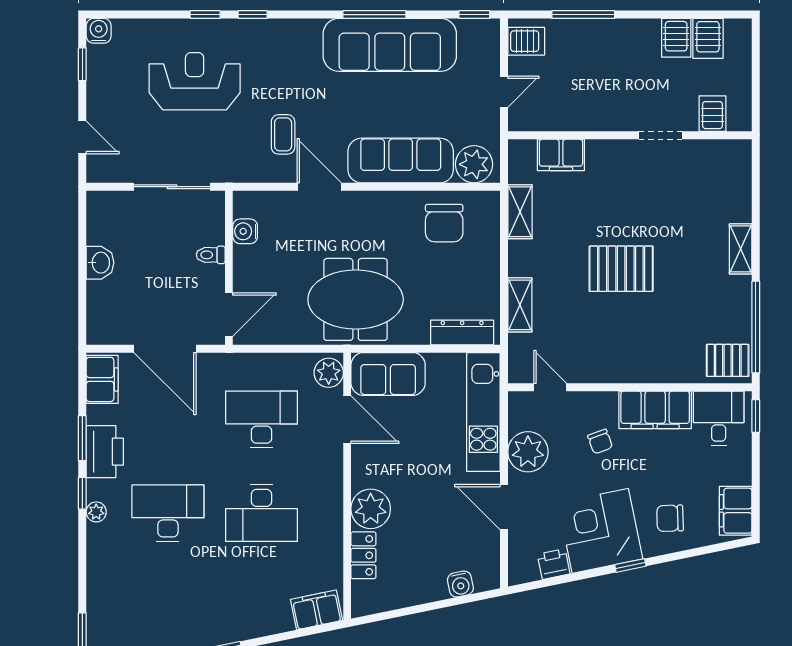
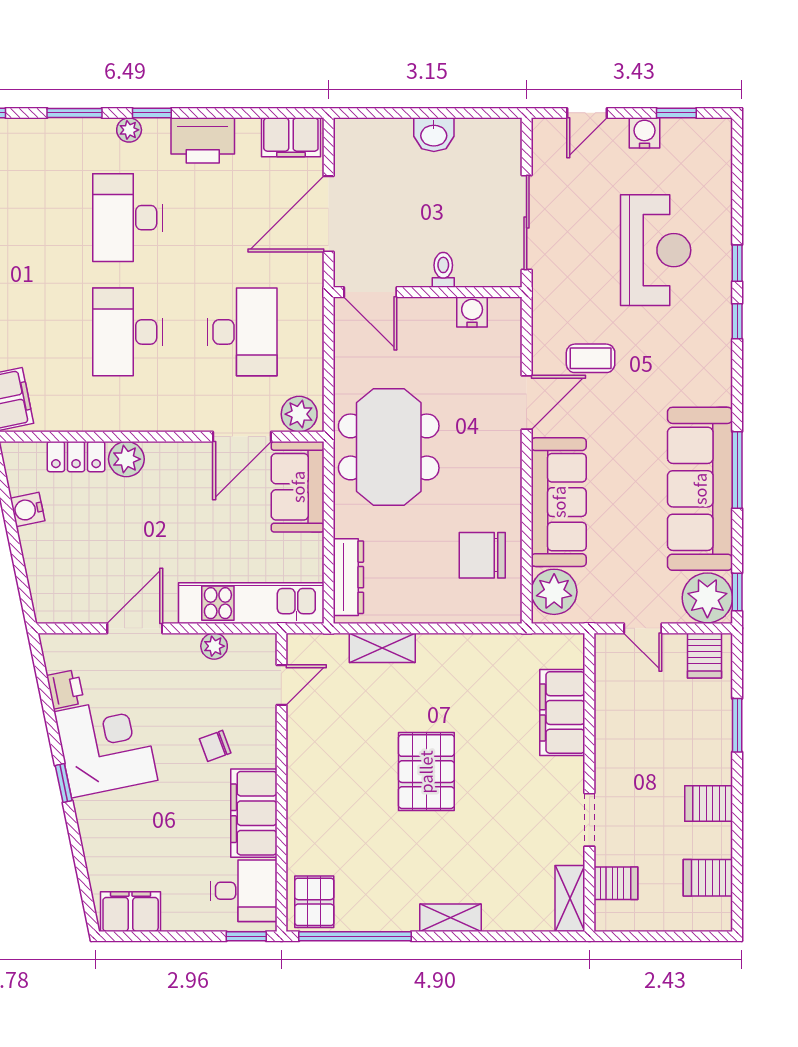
window: (583, 15) -> (737, 725), width x0.69
water cooler: (99, 31) -> (645, 133), moved, turned -90
server rack: (676, 38) -> (709, 804), moved
plant: (479, 39) -> (707, 598), added
filing cabinet: (561, 155) -> (562, 712), width x1.50, depth x1.17
shelving: (520, 212) -> (570, 898), moved, turned 90
window: (82, 438) -> (74, 113), moved
plant: (528, 452) -> (214, 646), width x0.53, depth x0.53
plant: (371, 509) -> (126, 459), width x0.73, depth x0.73
desk: (168, 513) -> (127, 218), turned 180
chair: (670, 518) -> (121, 831), removed
water cooler: (460, 584) -> (27, 510), moved

